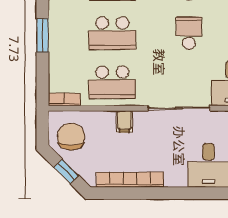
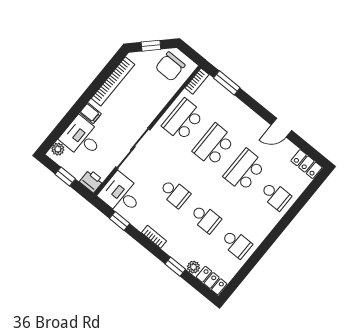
window: (42, 35) -> (227, 83), moved
filing cabinet: (124, 121) -> (90, 113), moved, turned 180
chair: (71, 137) -> (170, 67), turned 90

